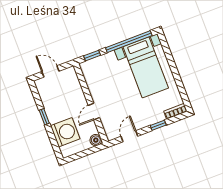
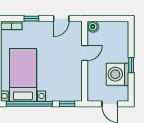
washing machine: (65, 132) -> (117, 74), moved

